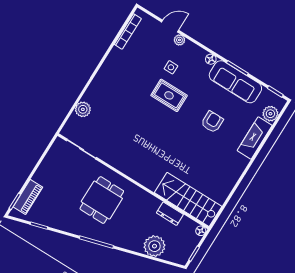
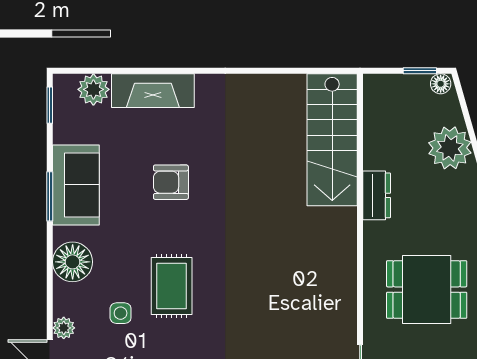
floor lamp: (211, 59) -> (73, 262), width x1.89, depth x1.89
sofa: (235, 82) -> (76, 185), width x0.73
dresser: (170, 214) -> (377, 195), moved
floor lamp: (201, 231) -> (441, 84), moved

